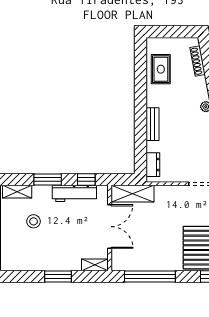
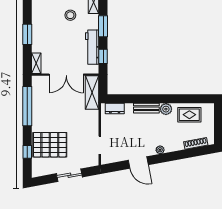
plant: (154, 99) -> (166, 109), added

